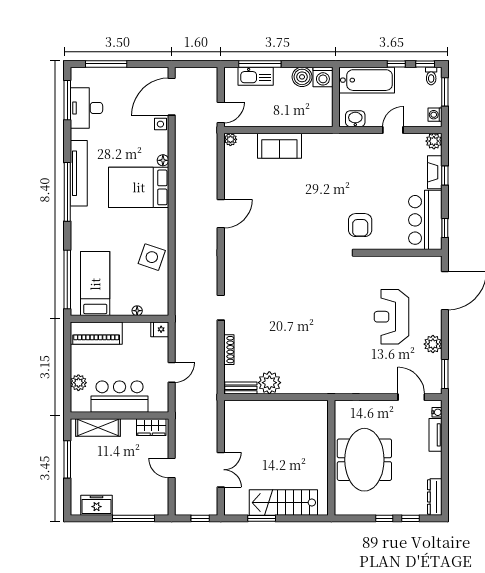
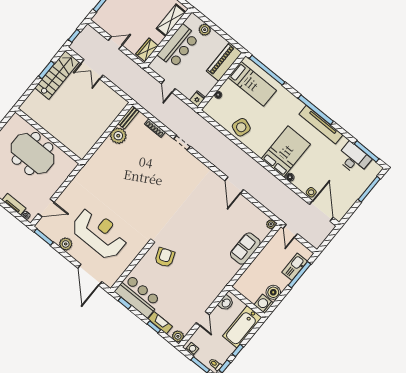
armchair: (360, 225) -> (165, 257), turned 69
reception desk: (391, 317) -> (100, 233), width x1.36, depth x1.30
stairs: (283, 503) -> (57, 75), moved

